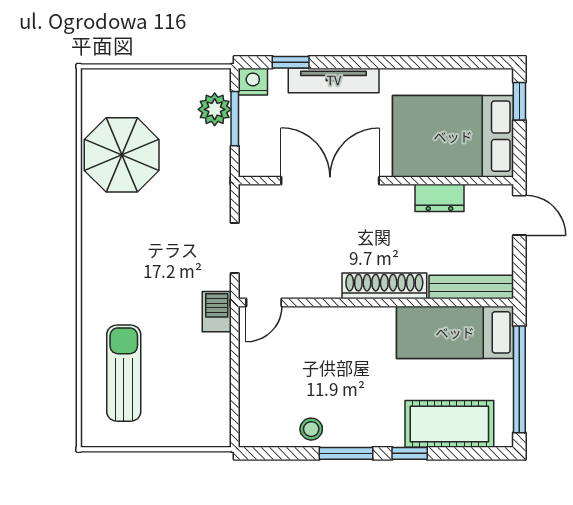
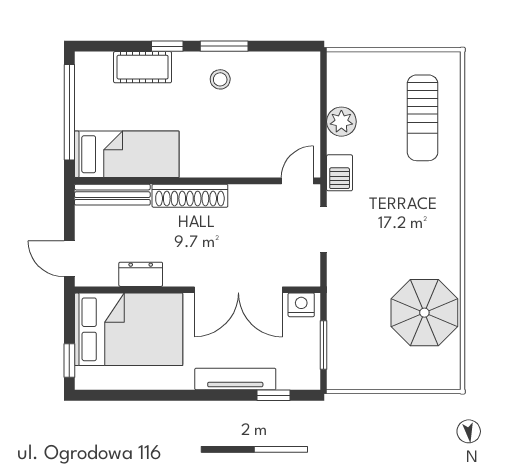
nightstand: (253, 82) -> (301, 305), moved, turned 180
plant: (215, 109) -> (341, 122), moved
cot: (449, 424) -> (143, 67), width x0.73, depth x0.75
stool: (311, 429) -> (220, 79), moved

